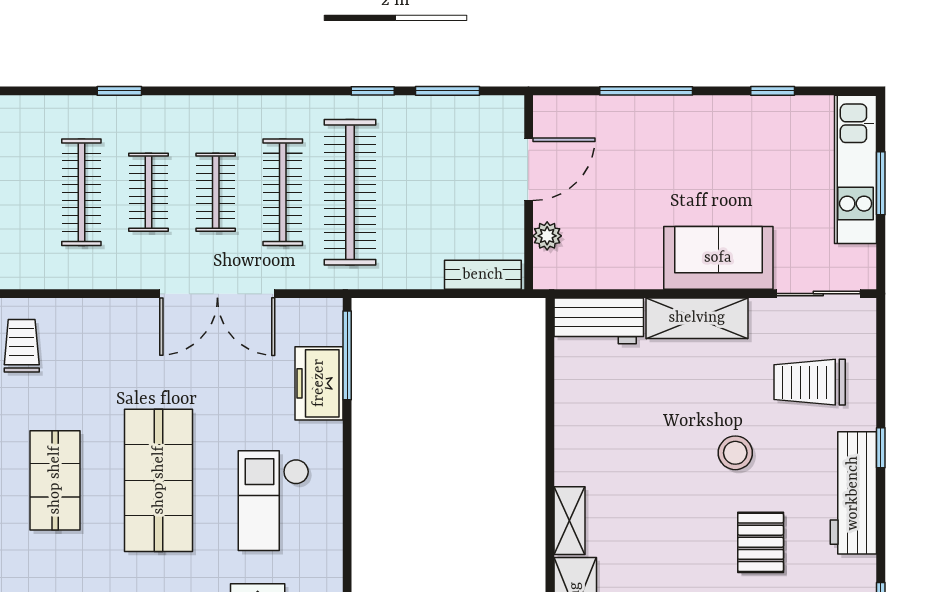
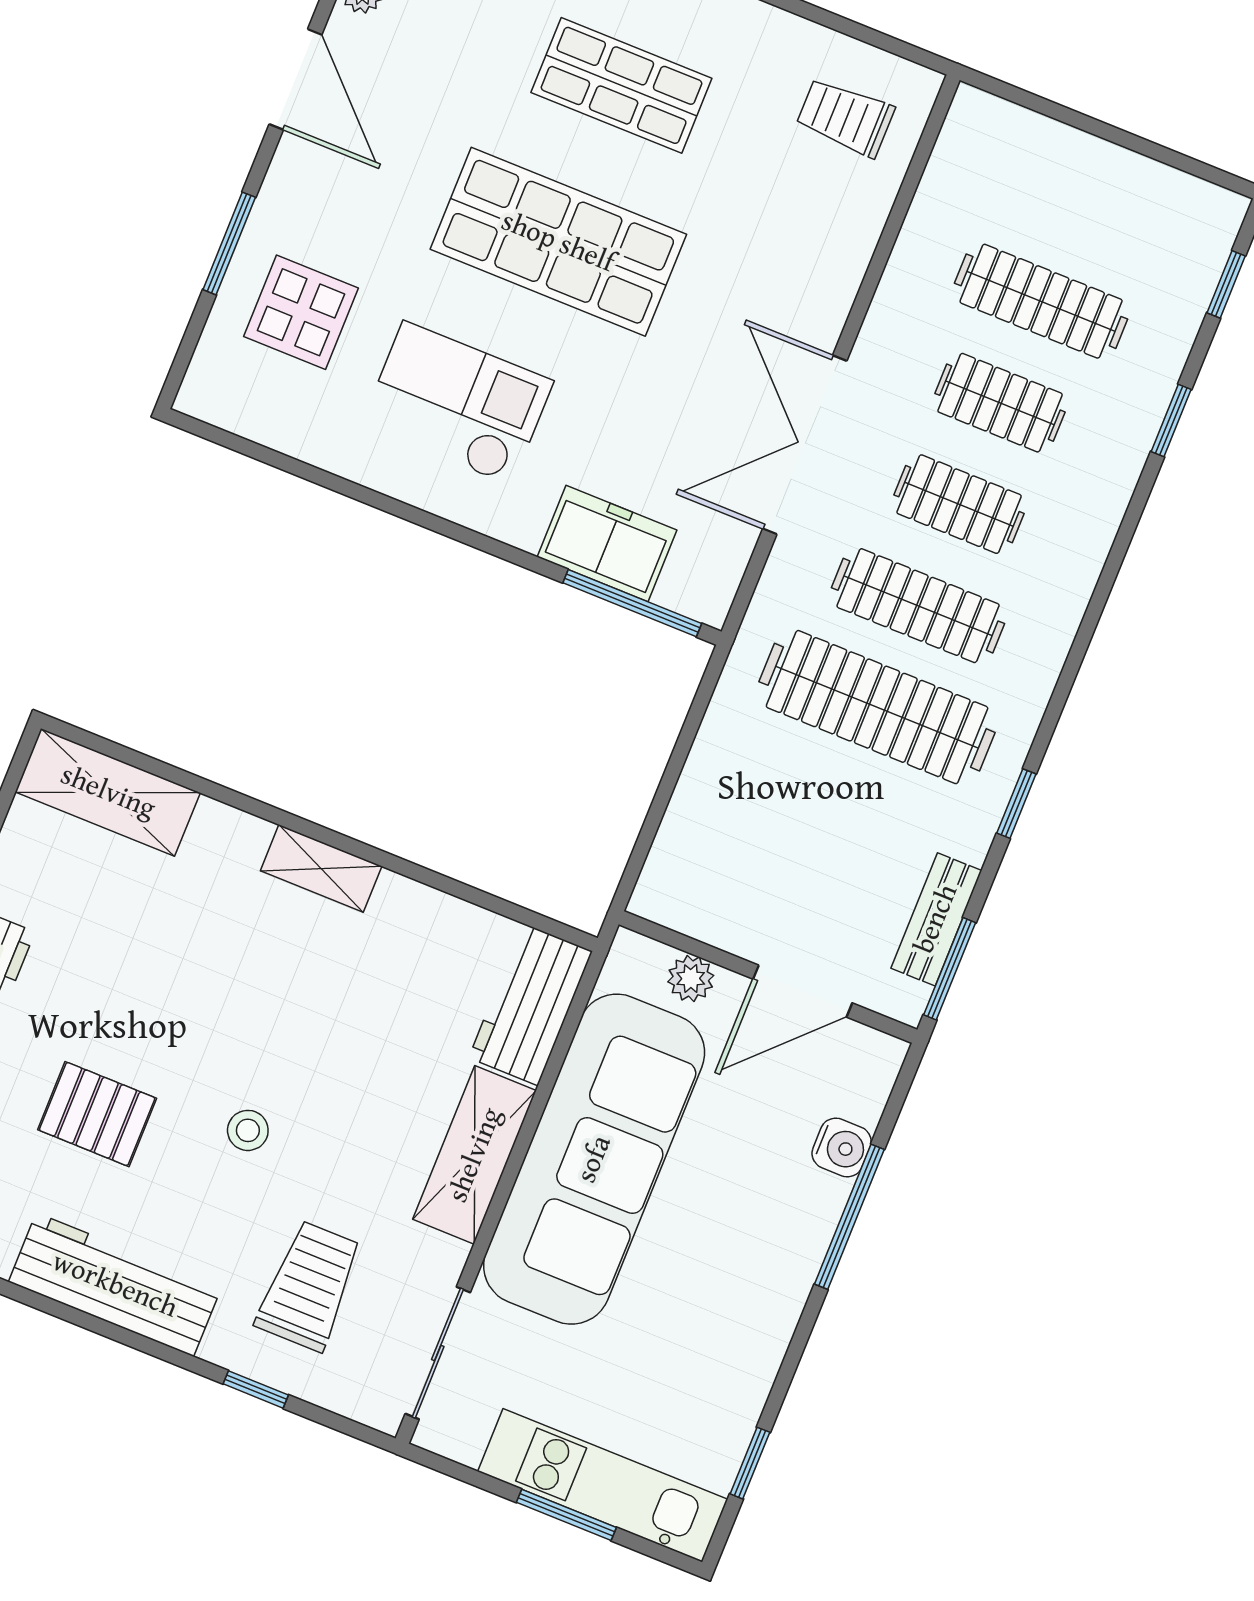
window: (29, 91) -> (1226, 284), added
window: (448, 91) -> (950, 969), moved
window: (773, 91) -> (750, 1463), moved
water cooler: (609, 111) -> (842, 1148), added
door: (529, 169) -> (803, 991), hinge flipped
sofa: (718, 258) -> (594, 1159), width x1.85, depth x1.27
bench: (483, 275) -> (936, 919), moved
trolley: (22, 346) -> (845, 117), turned 180
window: (881, 448) -> (256, 1389), moved
stool: (735, 453) -> (248, 1130), width x0.73, depth x0.73
shelving: (569, 521) -> (321, 868), moved

